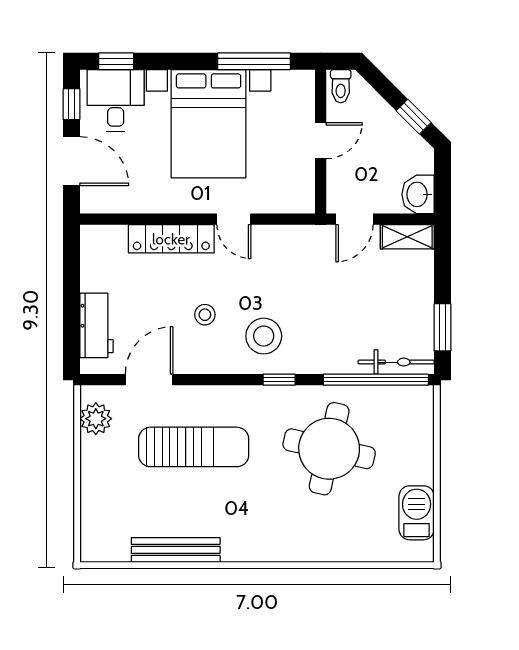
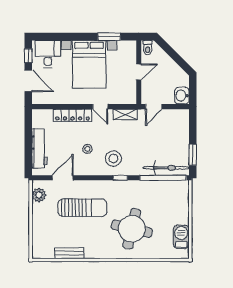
window: (116, 61) -> (48, 37), removed
window: (254, 61) -> (109, 37), width x0.69
window: (414, 117) -> (180, 61), removed
shelving: (407, 237) -> (125, 114), moved
workbench: (97, 325) -> (39, 148), width x1.38
bicycle: (396, 362) -> (166, 168), width x1.37, depth x1.40
round table: (329, 449) -> (132, 229), moved
bench: (176, 550) -> (69, 253), width x0.73

